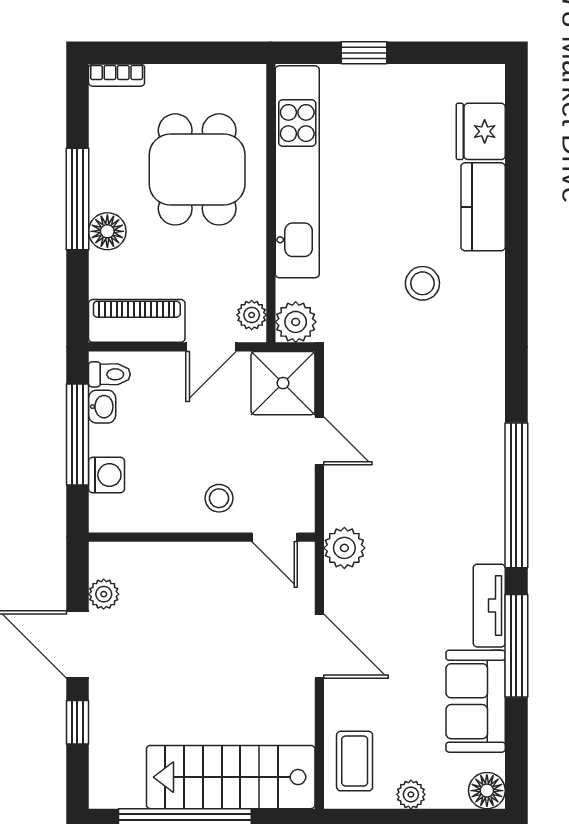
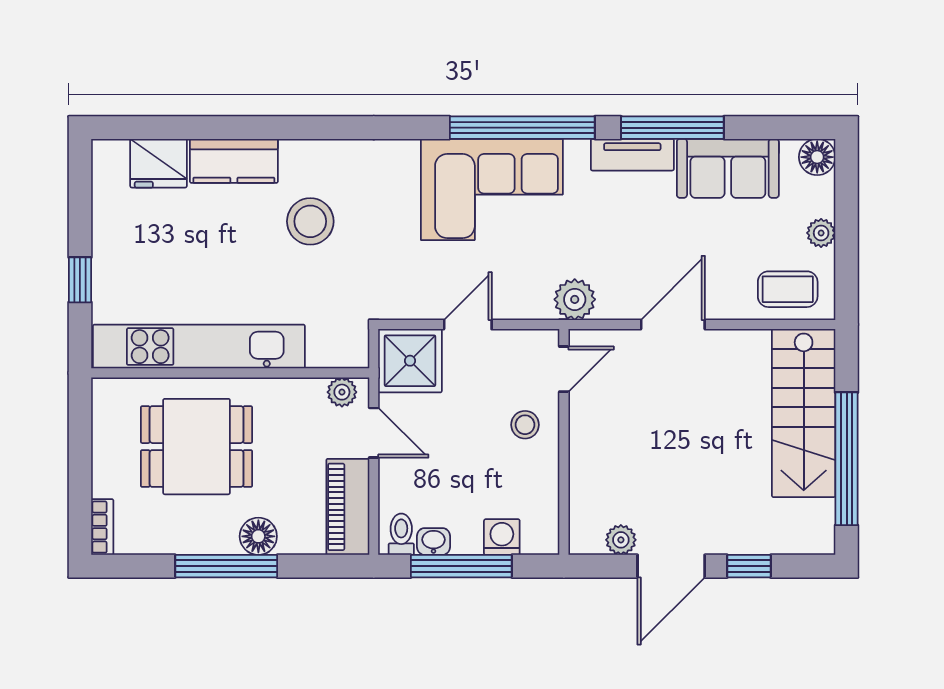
stool: (422, 283) -> (310, 221), width x1.38, depth x1.38
plant: (296, 322) -> (349, 348), removed
corner sofa: (454, 465) -> (492, 189), added

